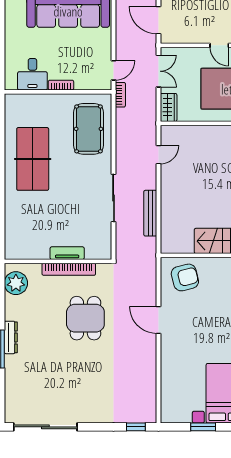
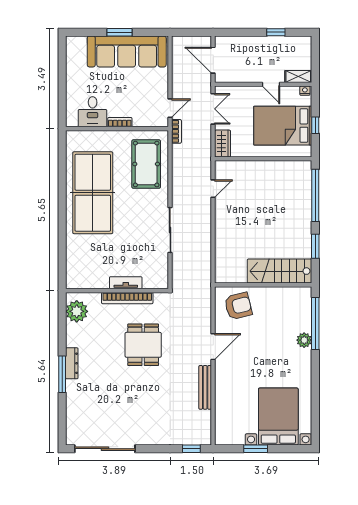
table tennis table: (33, 159) -> (93, 193), width x1.36, depth x1.32
bench: (150, 213) -> (205, 387), moved
door: (159, 320) -> (213, 347), swing flipped

